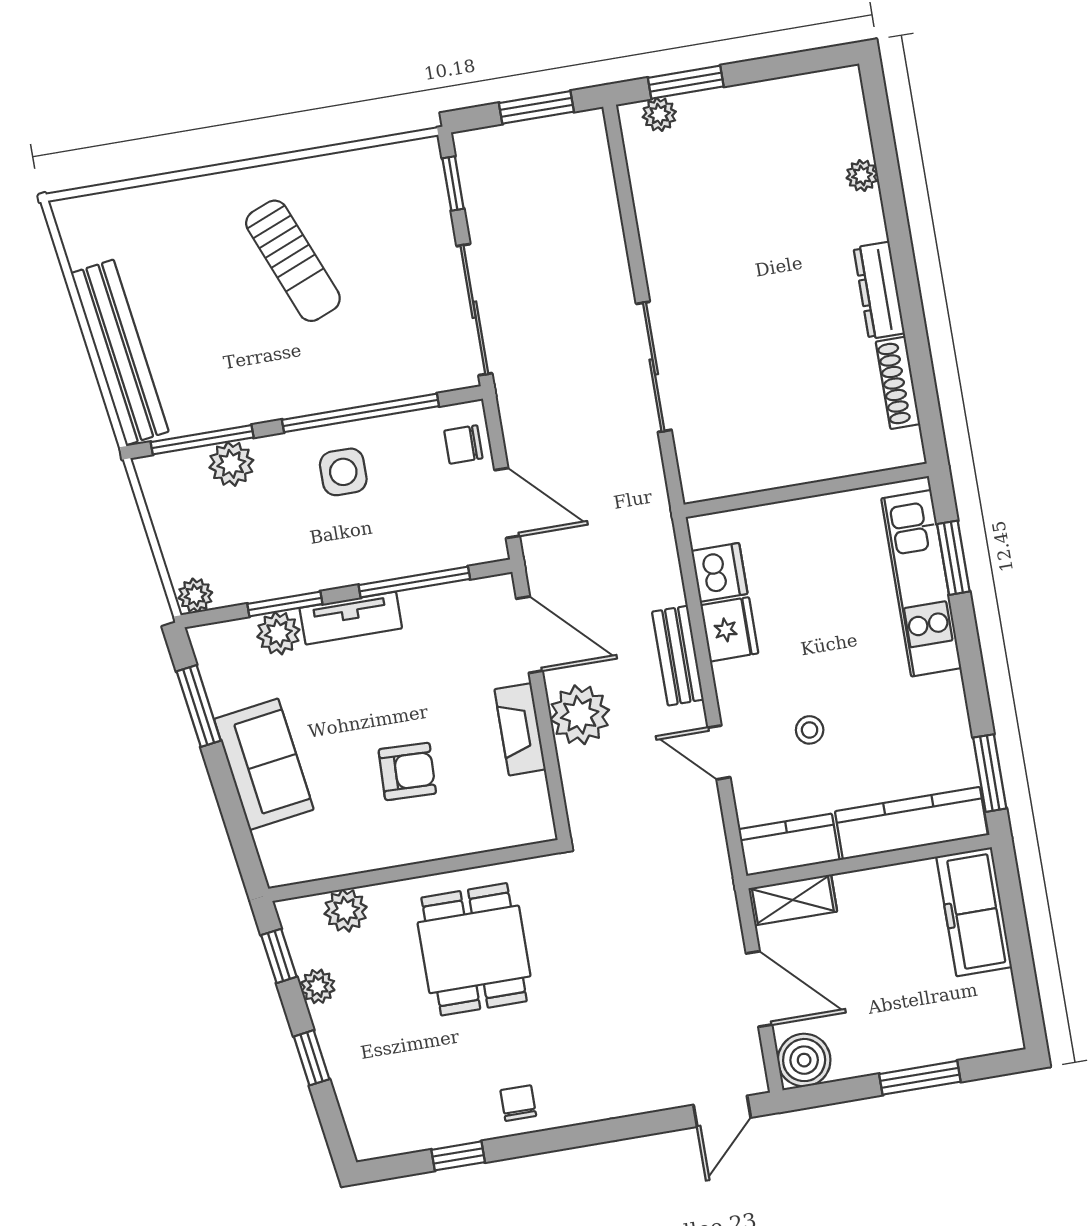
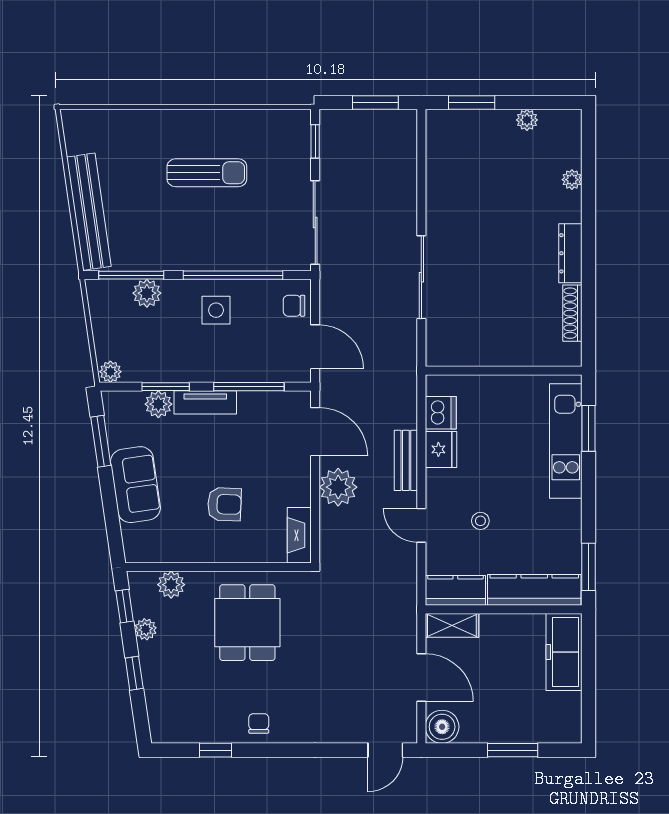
plant: (659, 114) -> (527, 120), moved
sun lounger: (293, 261) -> (207, 173), turned -68
fireplace: (520, 729) -> (299, 535), moved

